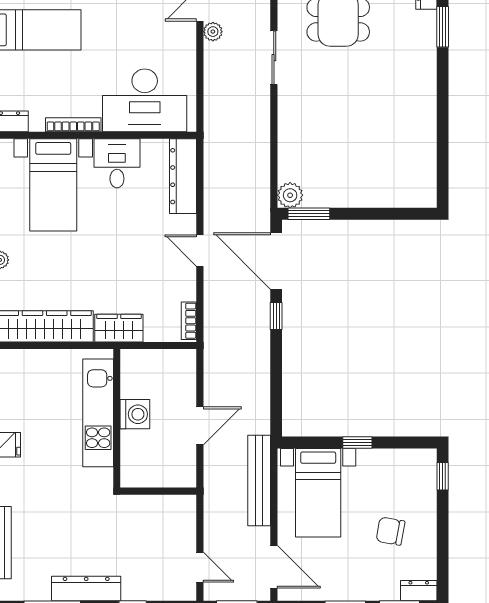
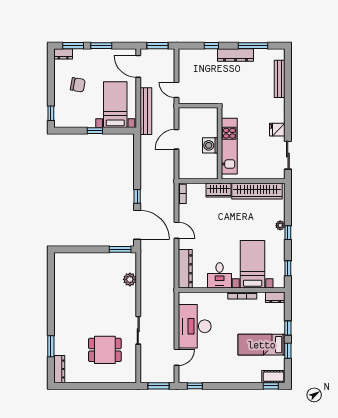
plant: (213, 32) -> (170, 344), removed
desk: (145, 100) -> (195, 326), moved, turned -90
plant: (290, 195) -> (130, 279), moved
door: (200, 567) -> (177, 90), moved

